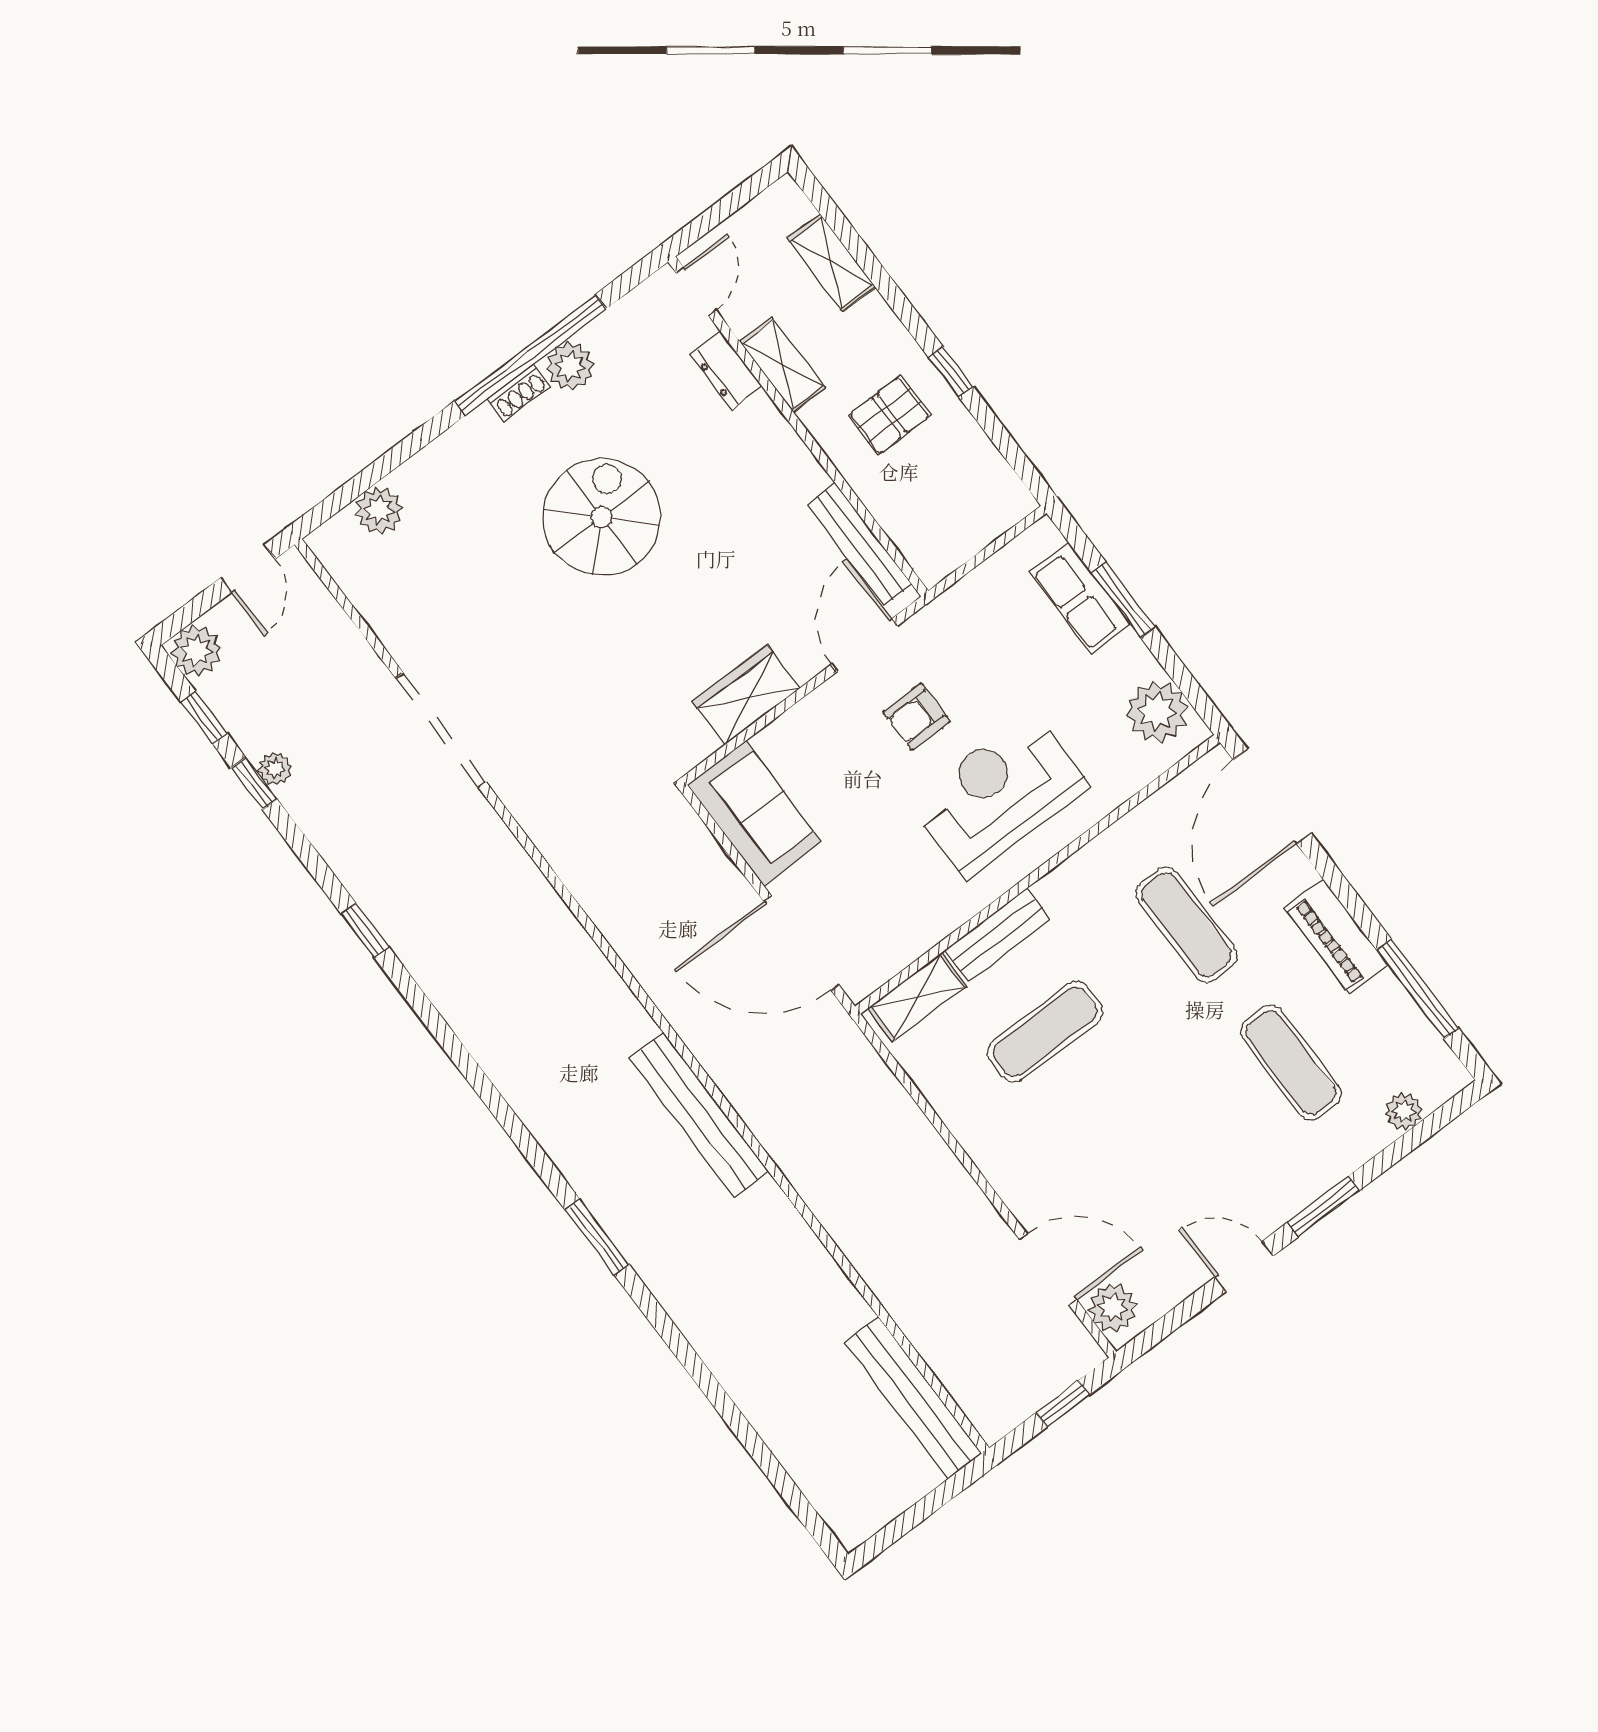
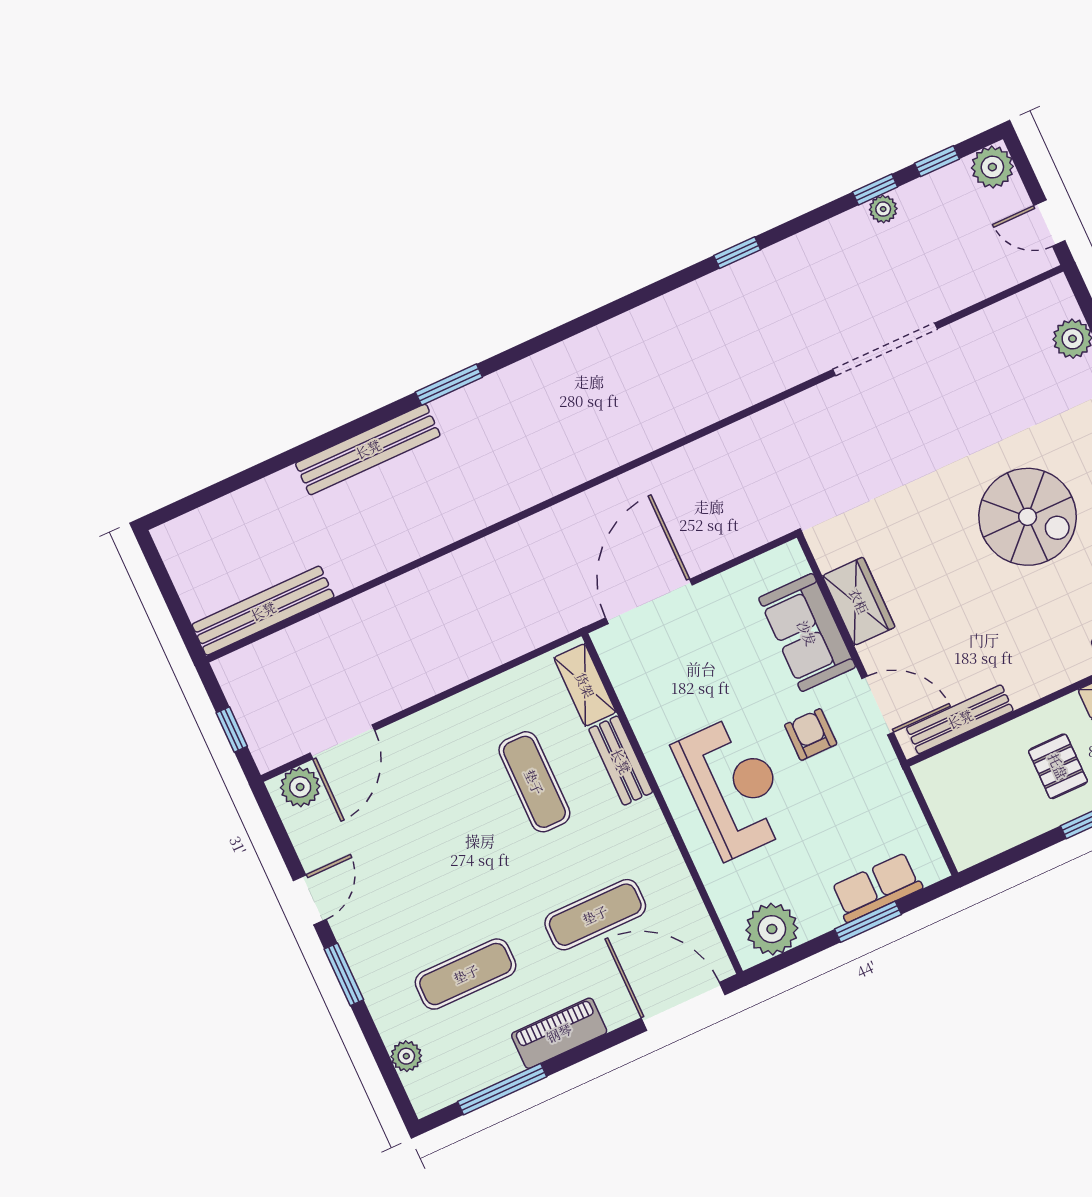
sofa: (754, 813) -> (807, 633), moved, turned 90
bench: (699, 1115) -> (368, 449), moved

